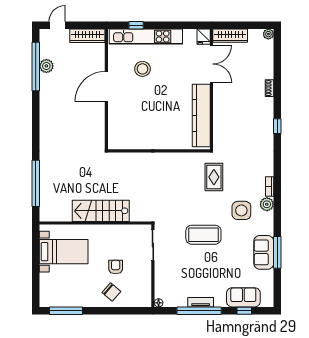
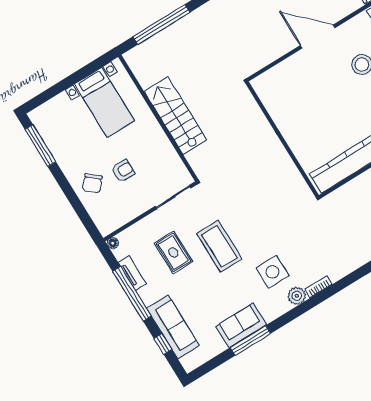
rug: (214, 177) -> (173, 252), moved, turned 90
sofa: (243, 297) -> (173, 327), width x1.36
tv unit: (201, 302) -> (132, 273), moved

